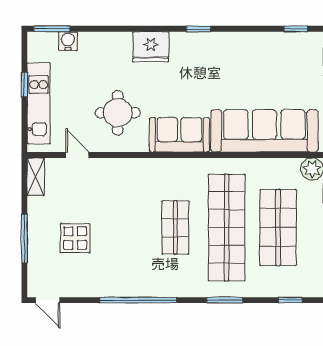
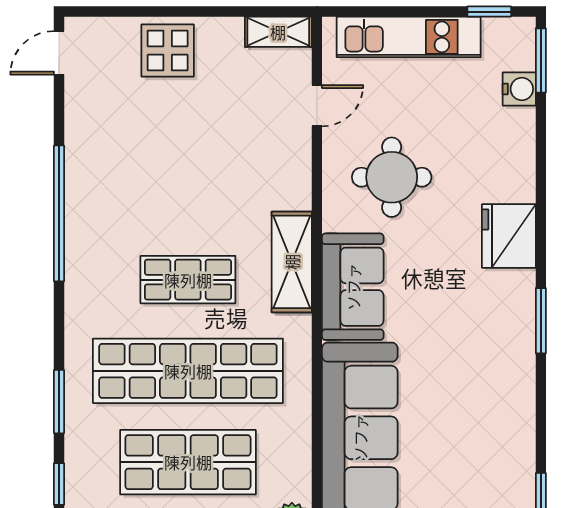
window: (198, 29) -> (541, 321), width x1.50
window: (24, 85) -> (489, 12), moved
shelving: (165, 169) -> (292, 262), added
display table: (75, 238) -> (168, 51), moved
window: (24, 239) -> (168, 12), removed
window: (225, 300) -> (59, 402), moved

